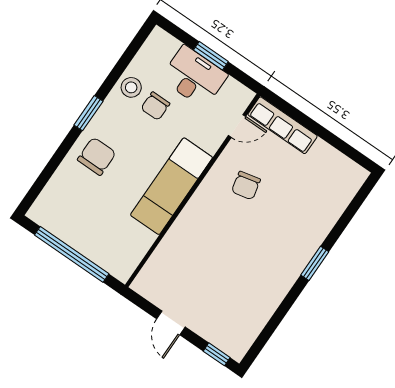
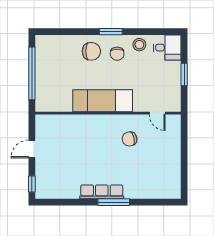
desk: (194, 77) -> (167, 48), moved, width x0.73
chair: (155, 106) -> (117, 54), moved, turned -90
row of seats: (283, 125) -> (102, 192), moved, turned 90
window: (315, 263) -> (114, 202), width x1.44

